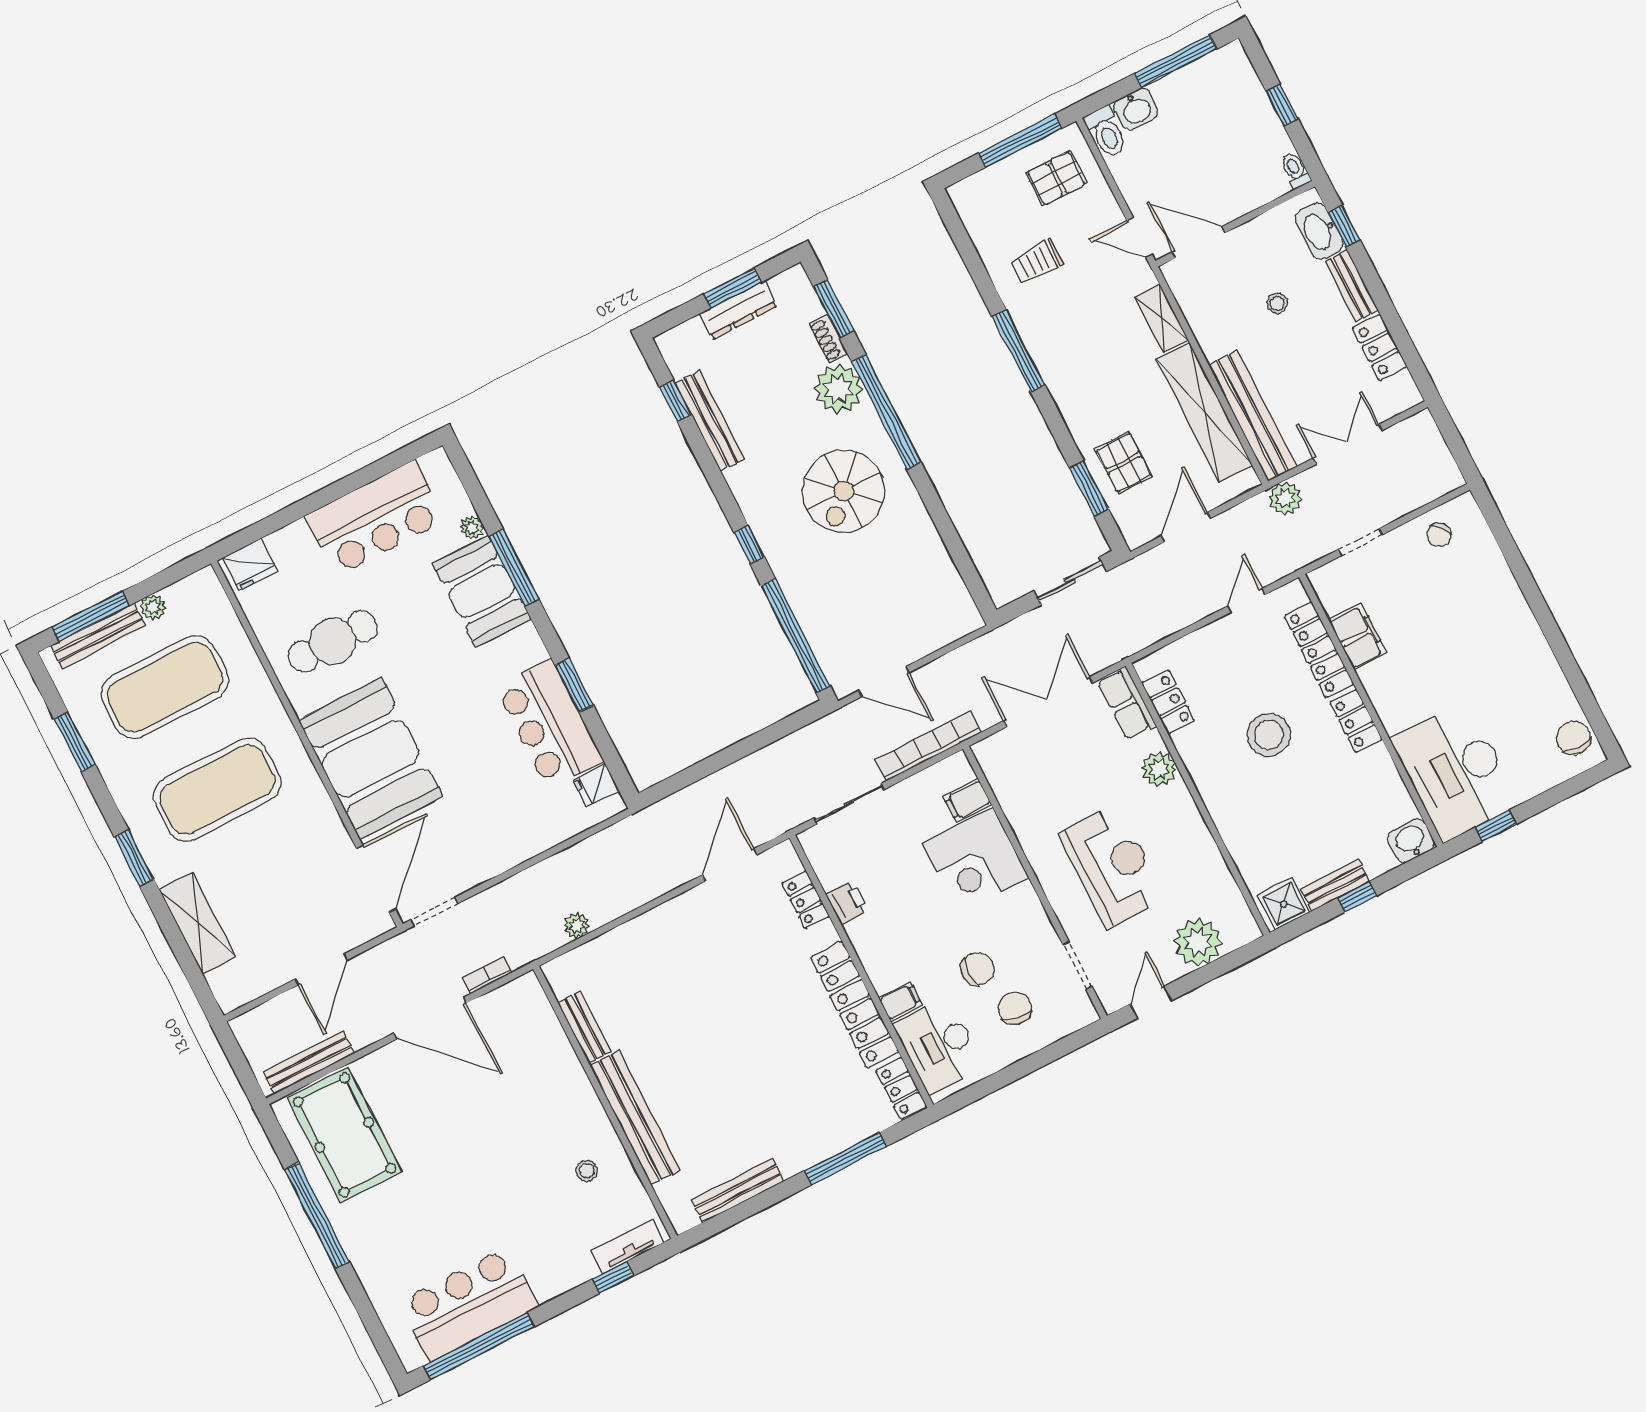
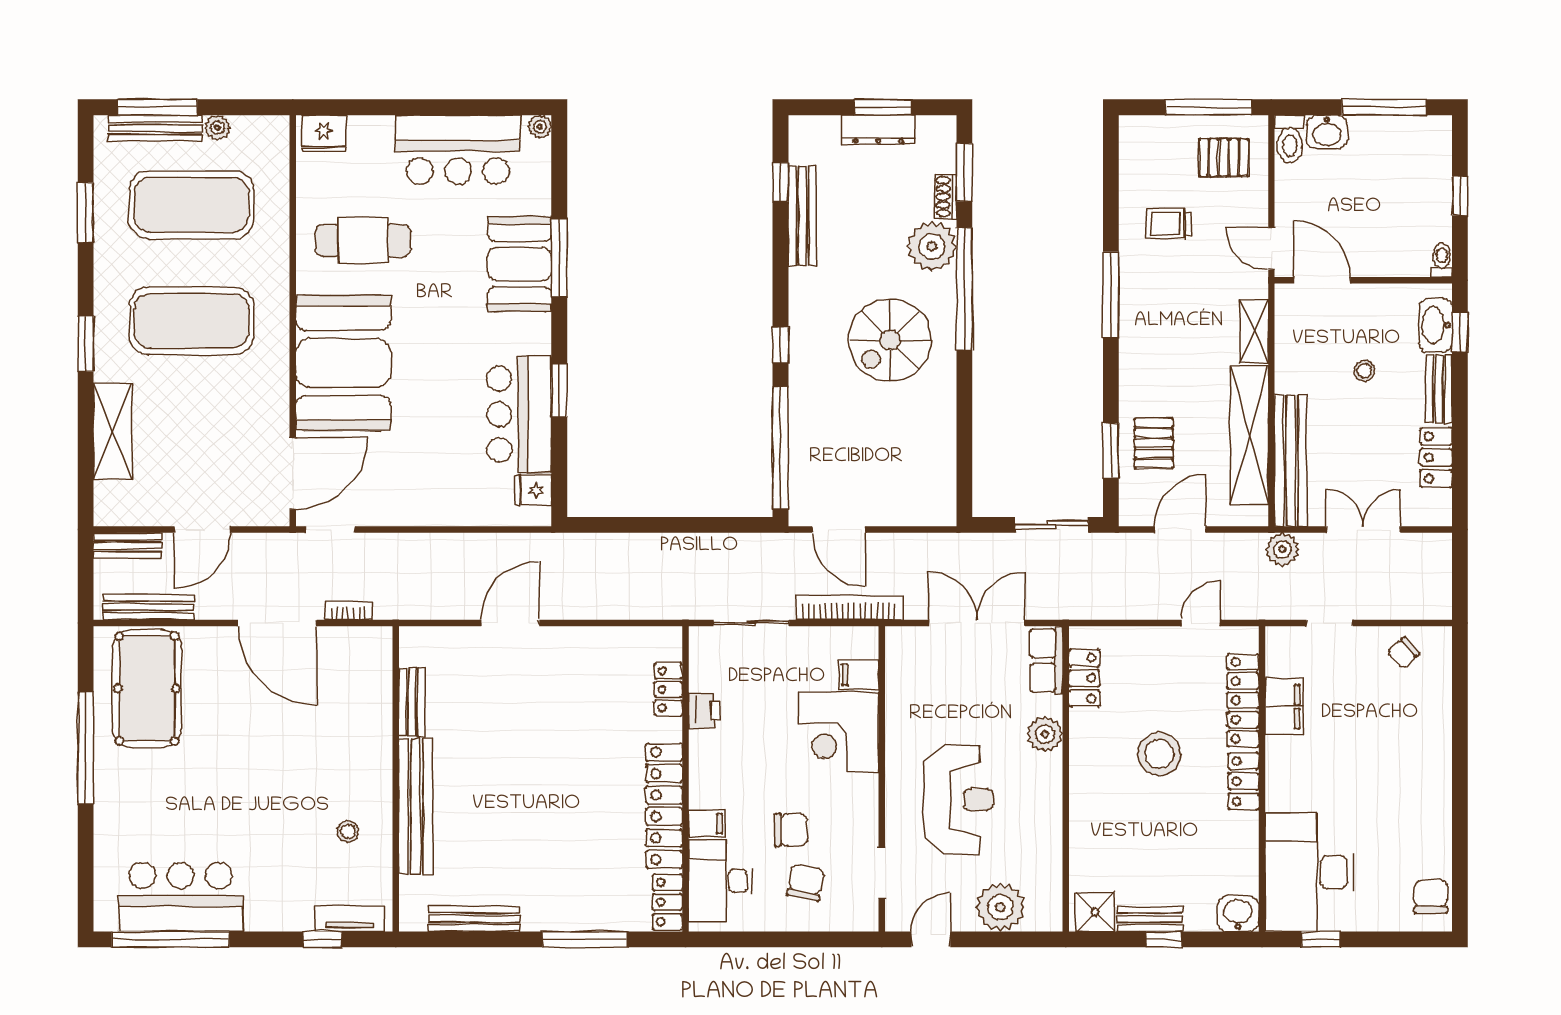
plant: (472, 528) -> (540, 127), moved
door: (730, 865) -> (510, 623), moved
plant: (577, 925) -> (451, 607), removed
bench: (262, 1018) -> (127, 546), added

